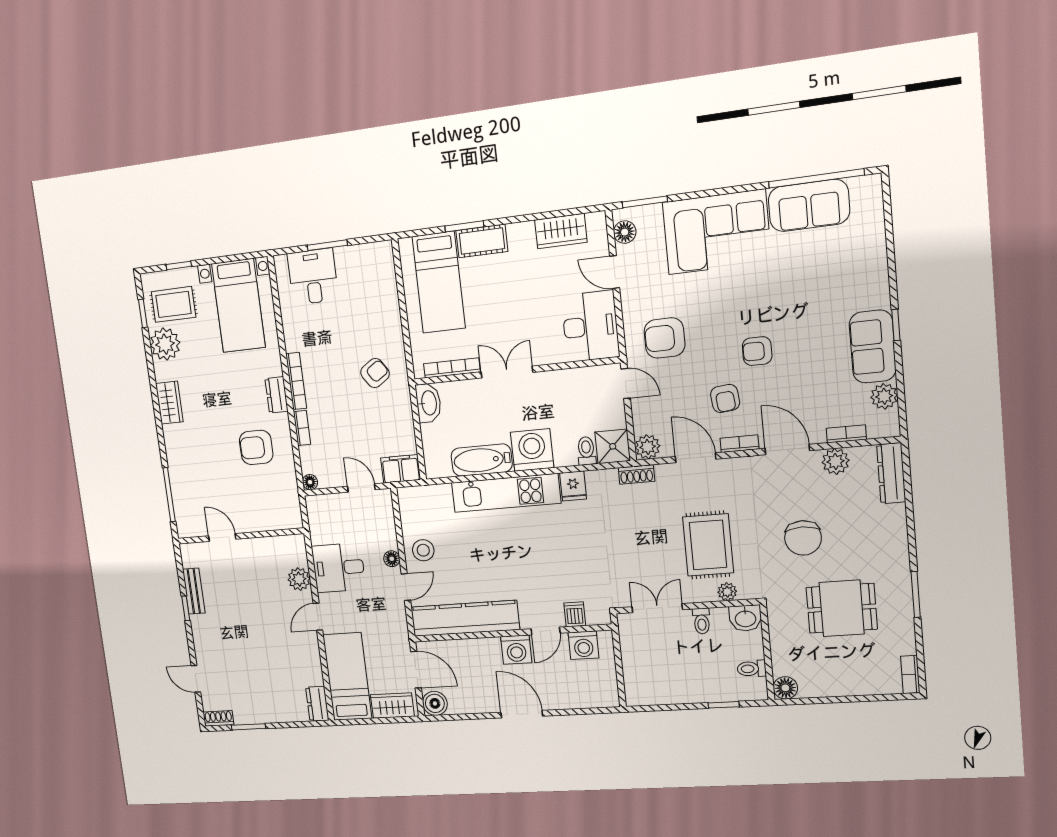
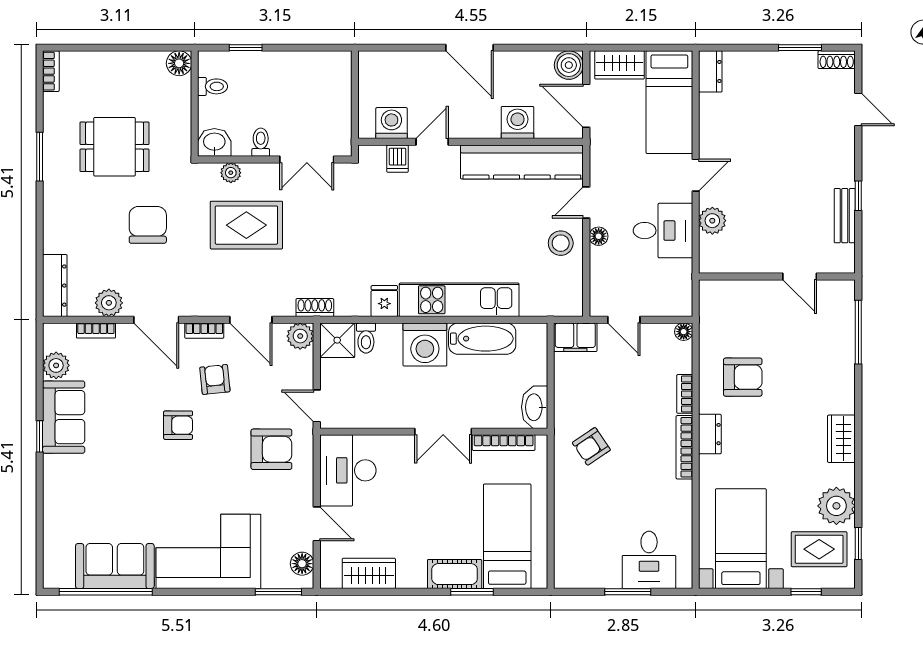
rug: (708, 545) -> (246, 225), turned 90
washing machine: (516, 650) -> (518, 123), moved

